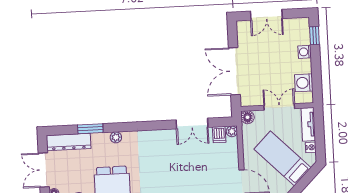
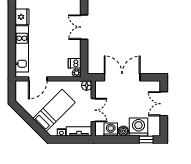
washing machine: (305, 52) -> (138, 127), width x1.89, depth x1.89
boiler: (305, 66) -> (123, 131), added
double door: (192, 124) -> (84, 27), moved

